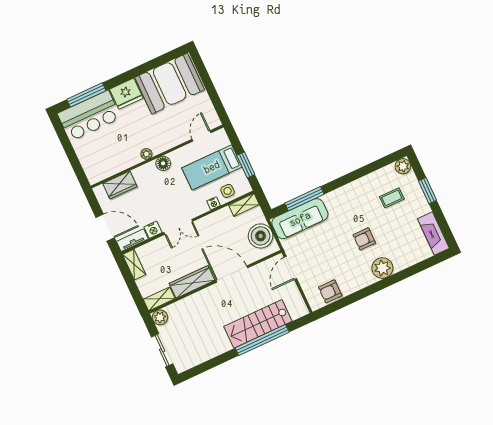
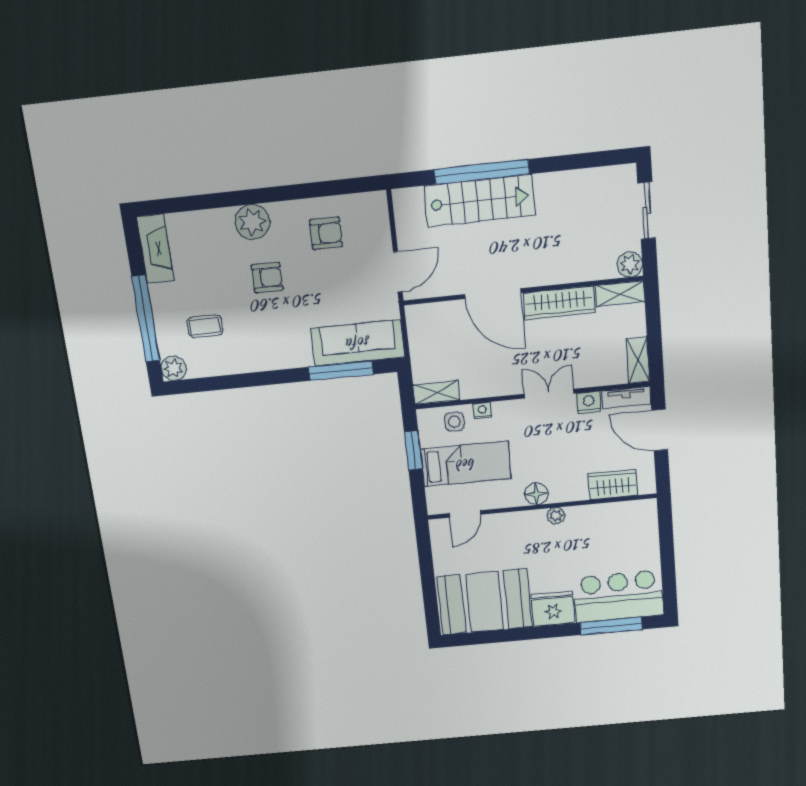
window: (428, 191) -> (146, 319), width x2.11
boiler: (261, 236) -> (428, 337), removed
armchair: (330, 291) -> (326, 233), moved

